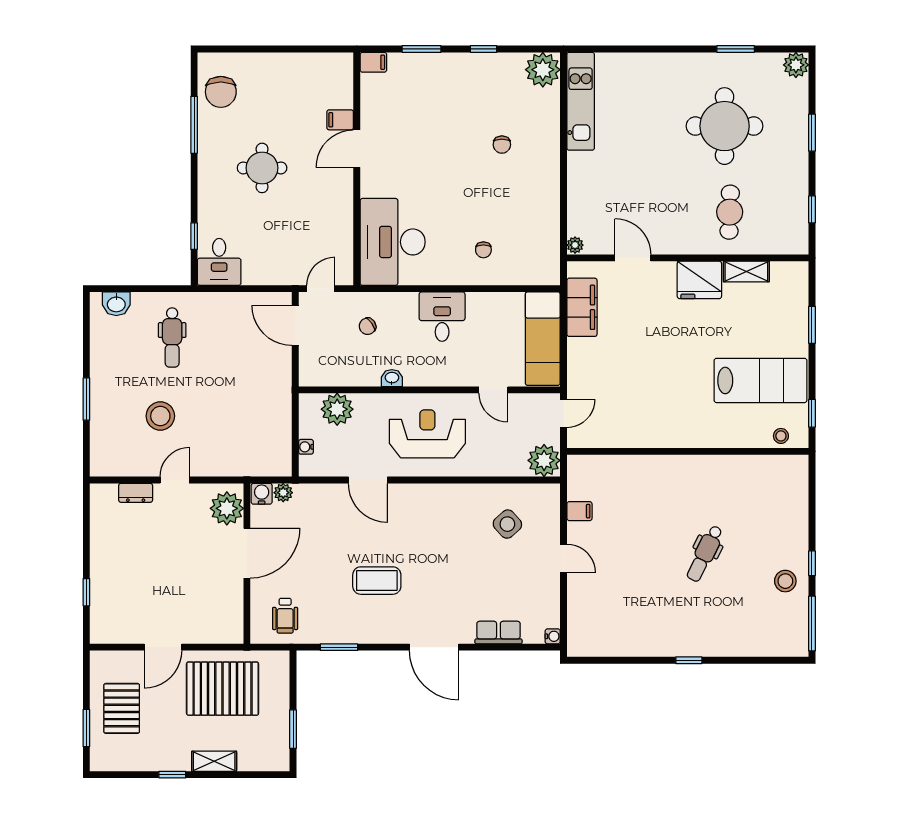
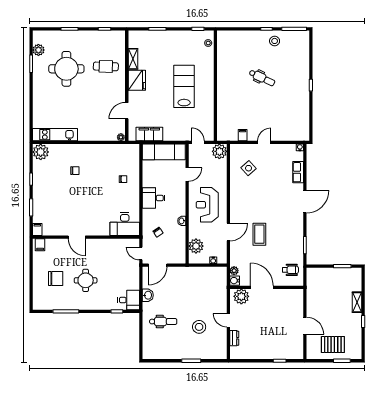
plant: (796, 65) -> (38, 50), moved
chair: (221, 92) -> (56, 279), moved
filing cabinet: (340, 120) -> (40, 245), moved
desk: (393, 242) -> (125, 224), width x0.73, depth x0.77
washbasin: (116, 304) -> (148, 295), moved
lab bench: (760, 380) -> (184, 86), moved
coffee table: (377, 581) -> (259, 234), moved
pallet: (223, 689) -> (324, 298), removed

